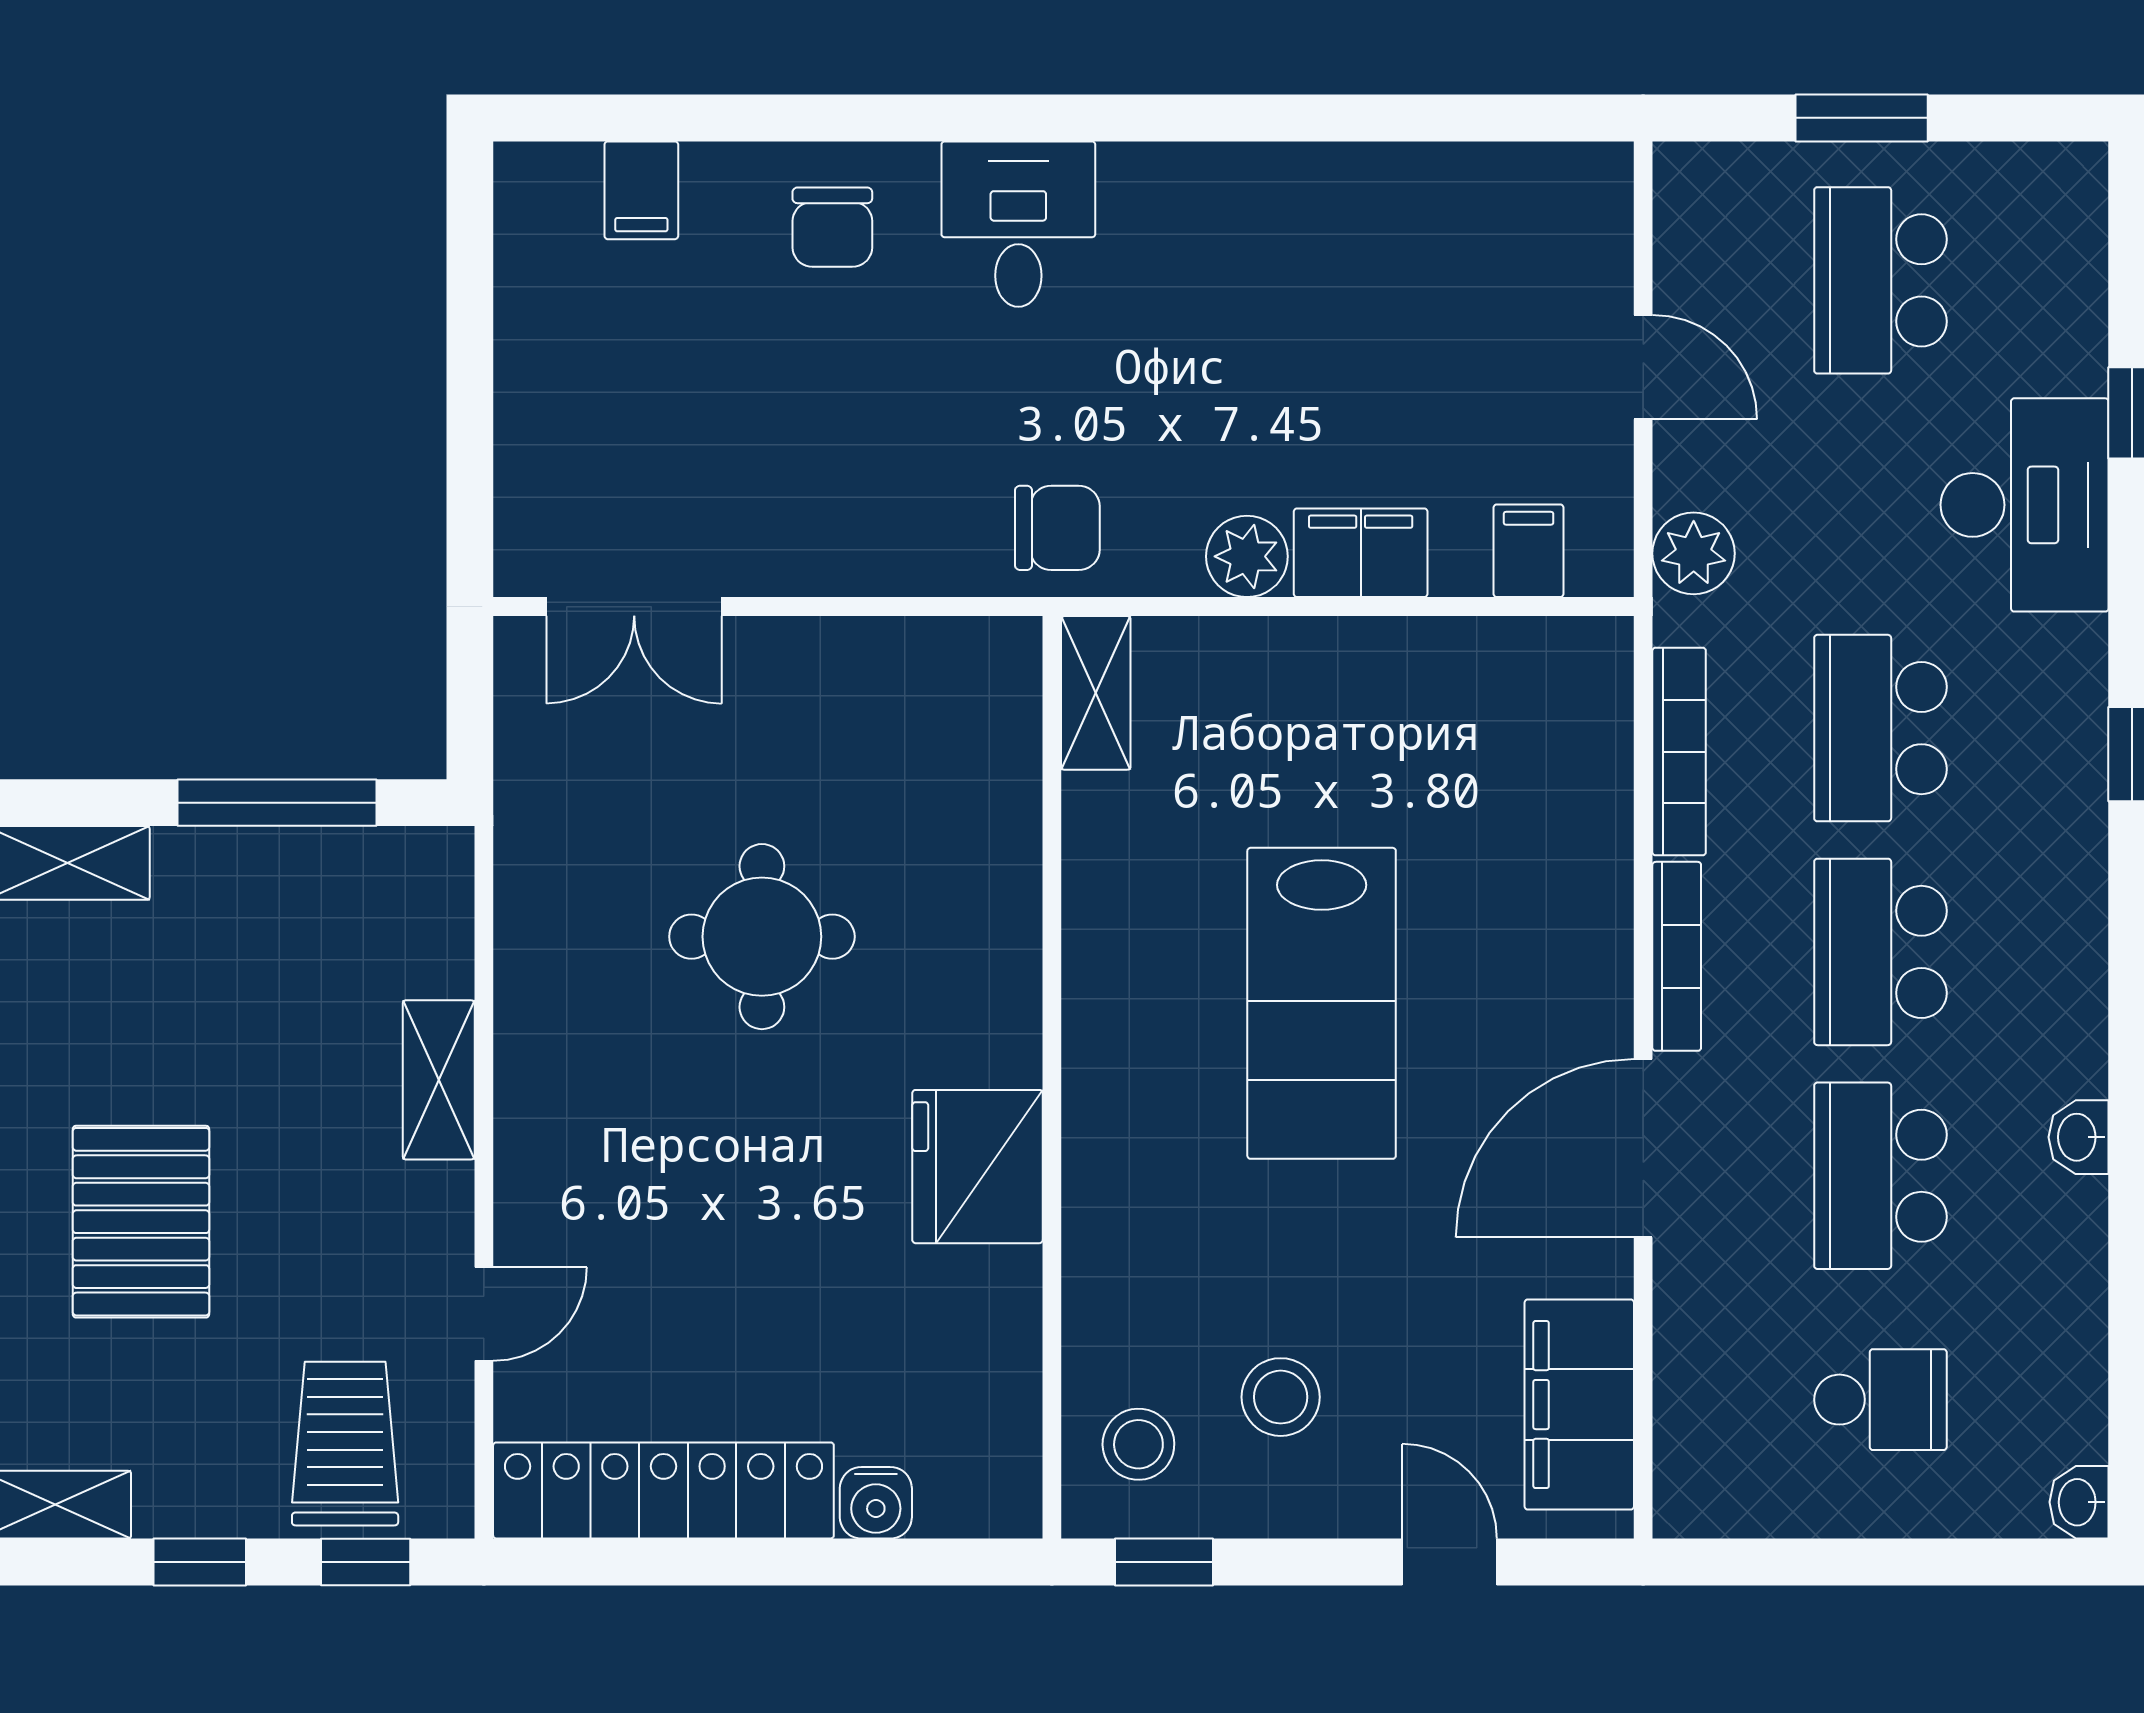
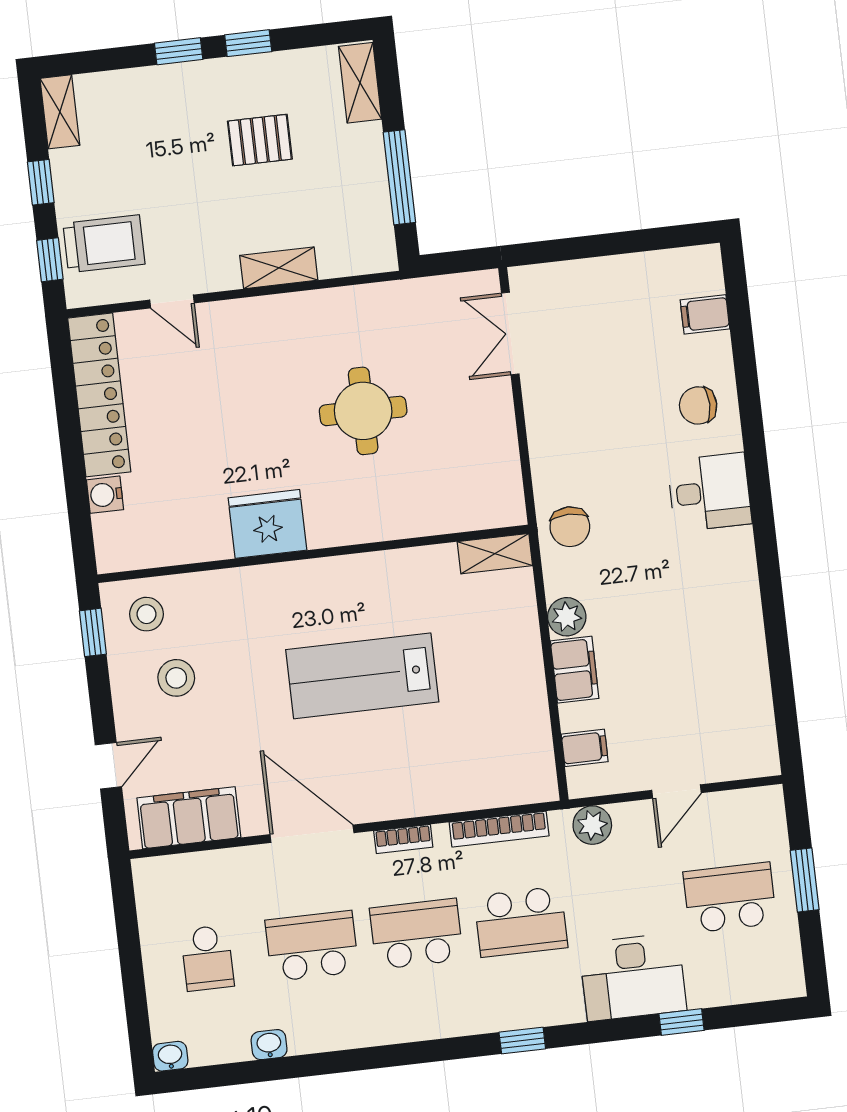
school desk: (1880, 728) -> (521, 922), turned 180
bookcase: (1677, 956) -> (403, 839), width x0.64
washbasin: (2079, 1137) -> (269, 1045), moved
pallet: (141, 1222) -> (260, 140), moved, width x0.67, depth x0.71

